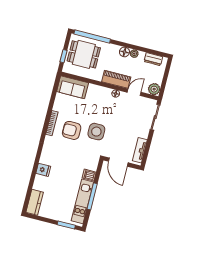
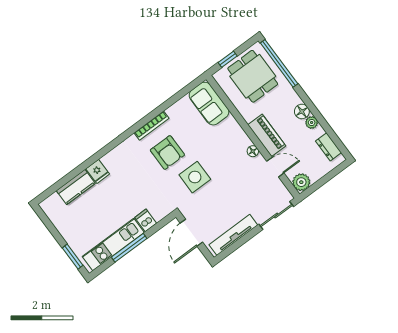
armchair: (72, 130) -> (167, 152), turned 180
tv unit: (140, 150) -> (233, 235), width x1.41
kitchen counter: (35, 202) -> (76, 187), moved

